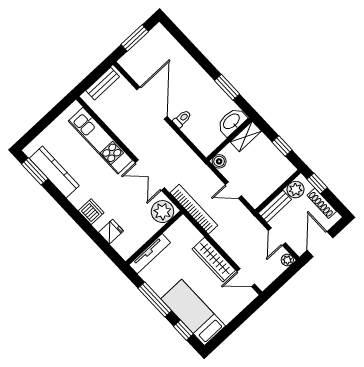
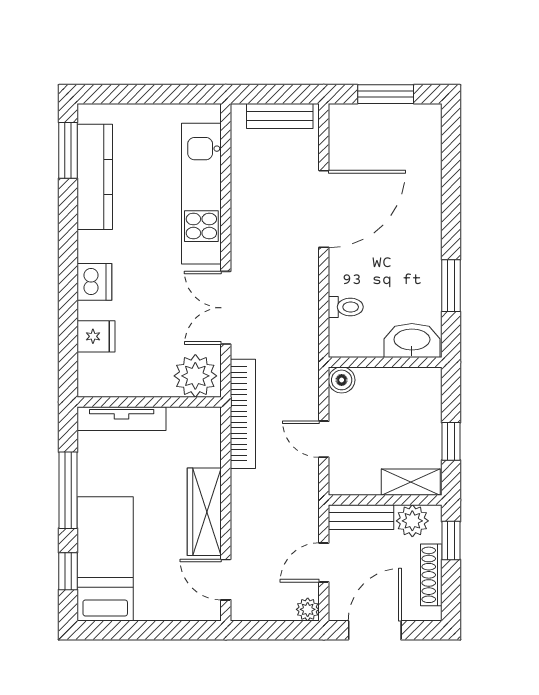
toilet: (182, 119) -> (346, 307), moved
shelving: (246, 136) -> (411, 482), moved

